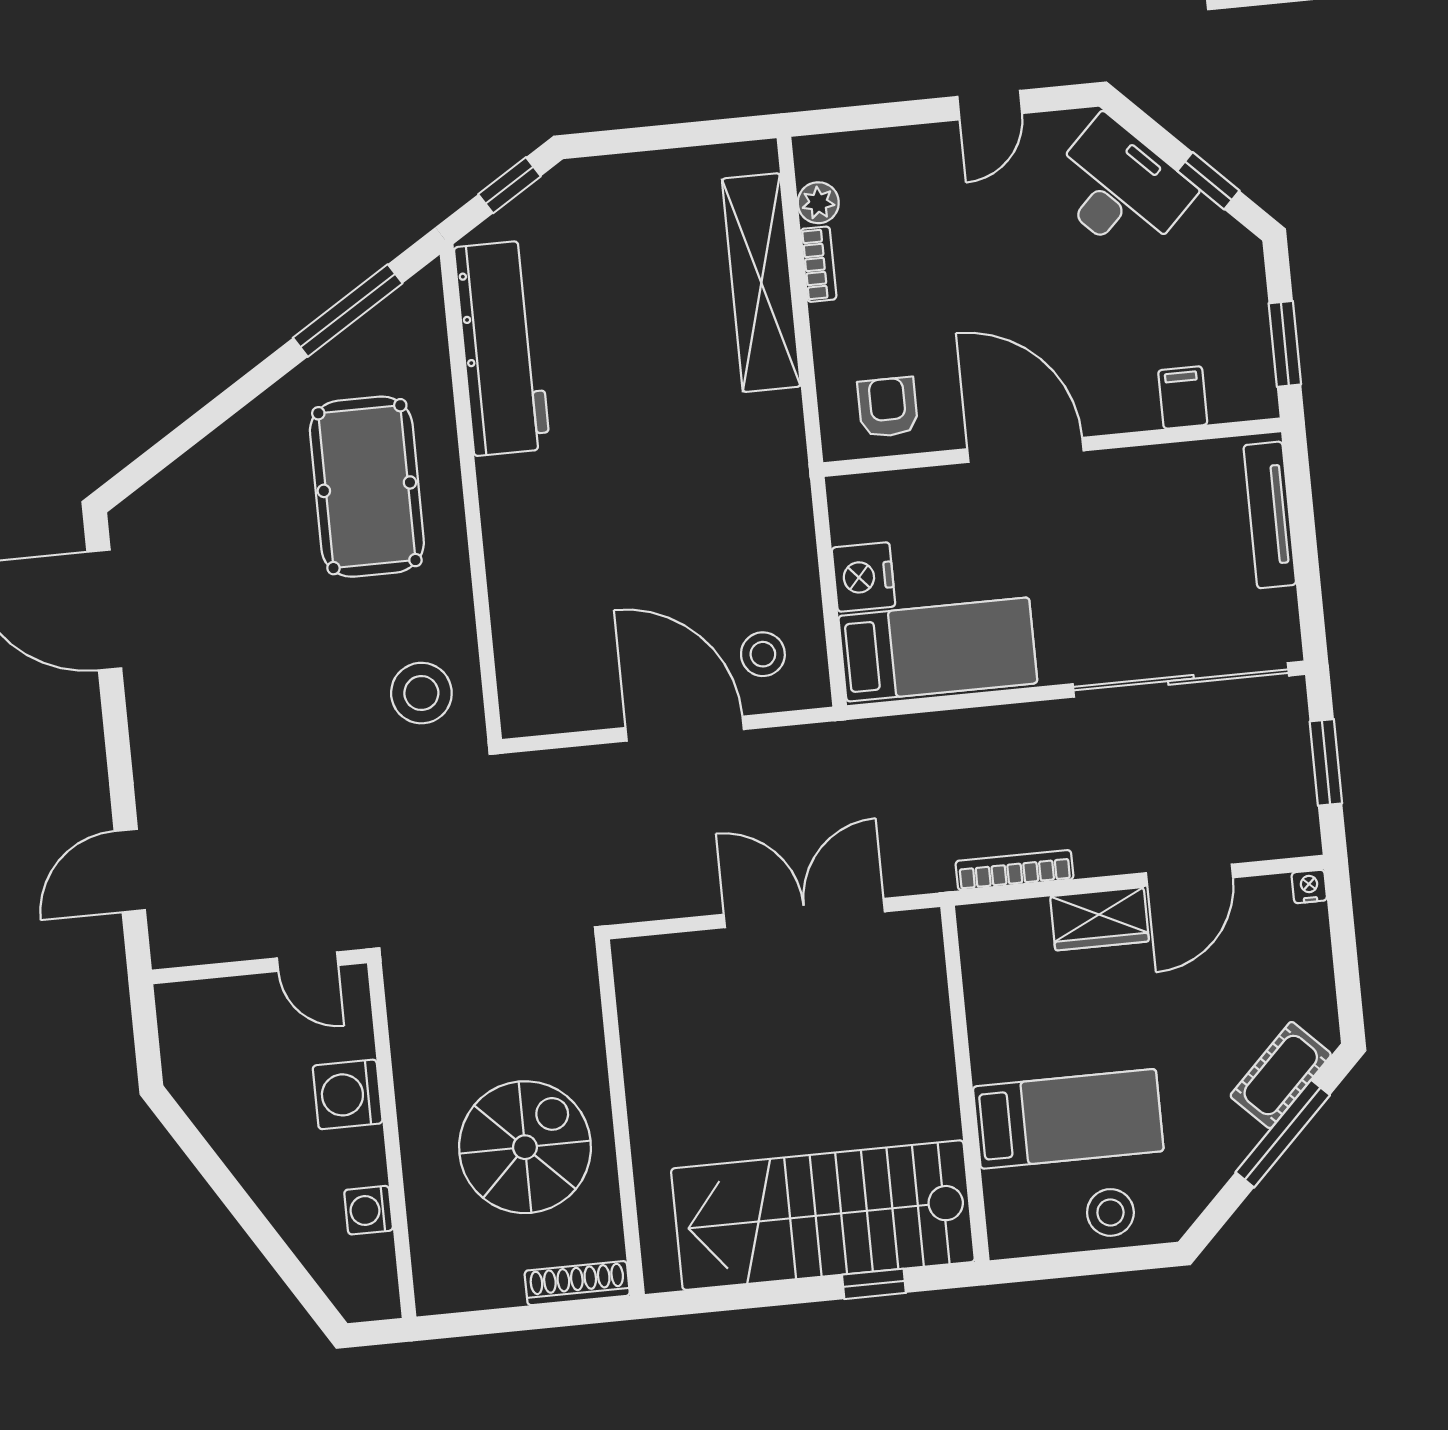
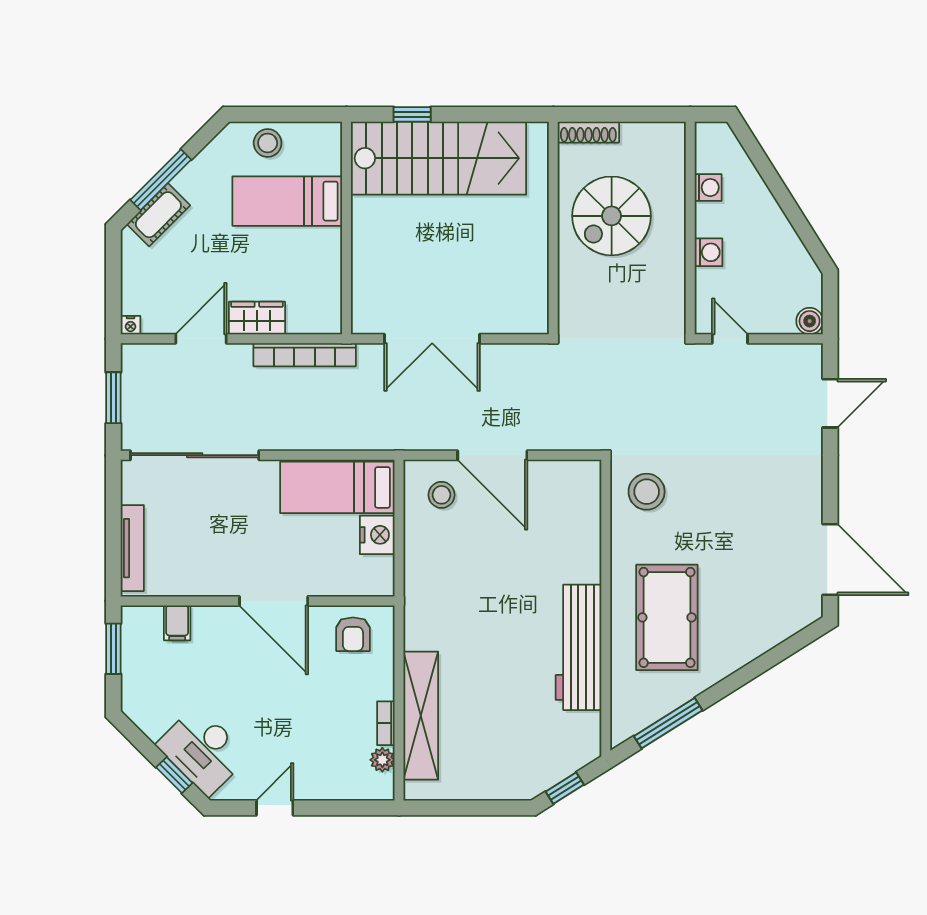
window: (1208, 181) -> (174, 775), moved
workbench: (502, 348) -> (579, 647), moved
bookcase: (1014, 870) -> (305, 355), width x1.48, depth x1.31
boiler: (178, 1004) -> (810, 321), added
washing machine: (348, 1094) -> (709, 252), width x0.73, depth x0.73

